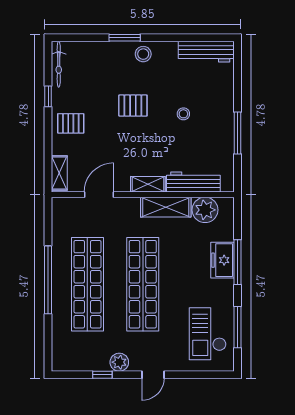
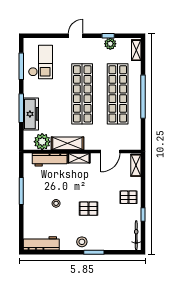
freezer: (222, 260) -> (31, 114), width x1.40
shelving: (59, 352) -> (136, 50), added
plant: (119, 362) -> (110, 44), moved

